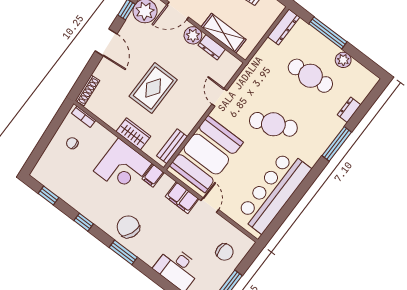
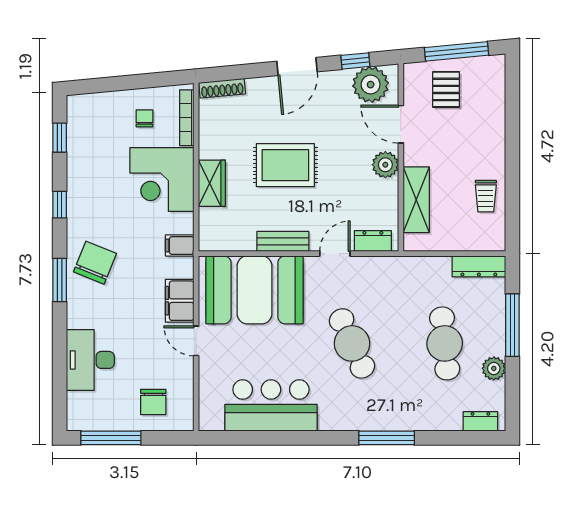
dresser: (212, 47) -> (373, 241), moved, turned 90
dresser: (349, 110) -> (480, 421), moved
bookcase: (84, 117) -> (187, 118), width x1.56
bench: (172, 146) -> (283, 241), moved
corner desk: (123, 167) -> (162, 179), moved
bar counter: (273, 192) -> (271, 405), width x0.73
door: (210, 205) -> (196, 341), swing flipped

